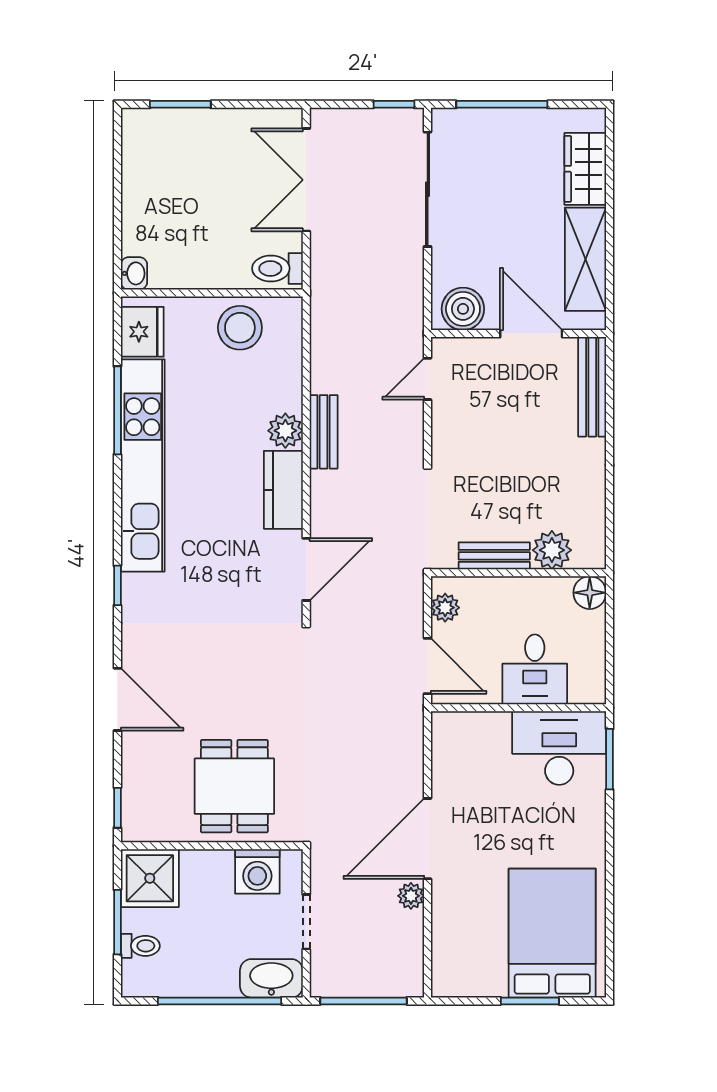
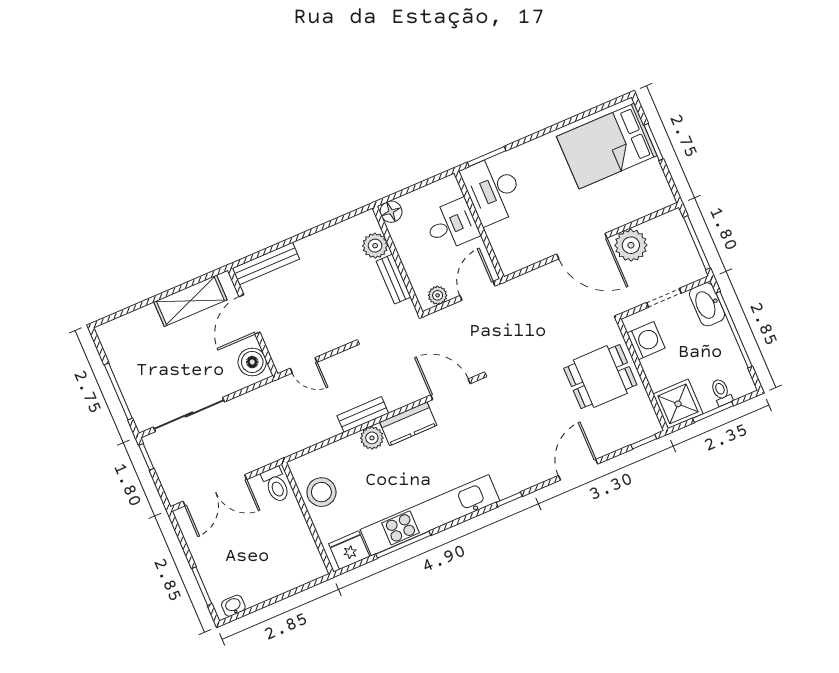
wardrobe: (585, 169) -> (136, 324), removed
washbasin: (134, 273) -> (233, 606), moved
plant: (411, 896) -> (631, 245), width x1.88, depth x1.88

